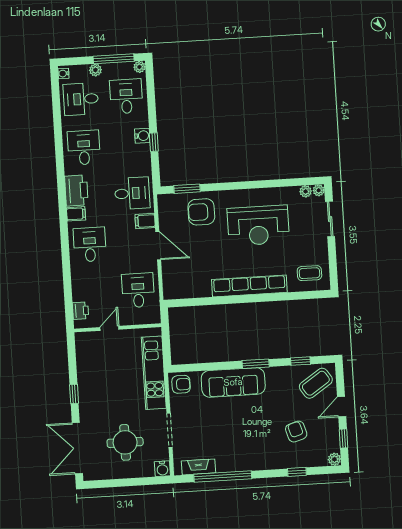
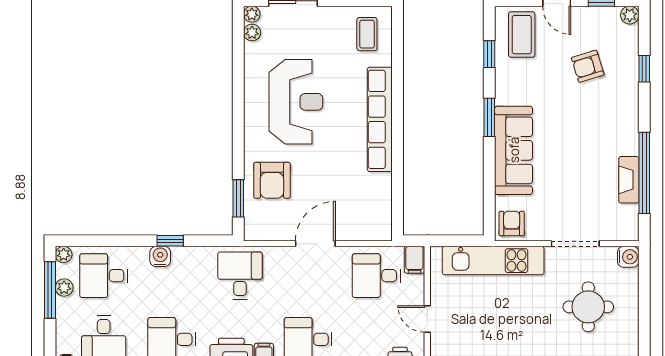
plant: (95, 70) -> (64, 288), moved
filing cabinet: (145, 221) -> (414, 260), moved
coffee table: (316, 383) -> (522, 35), turned 34
fireplace: (198, 467) -> (629, 180), moved

